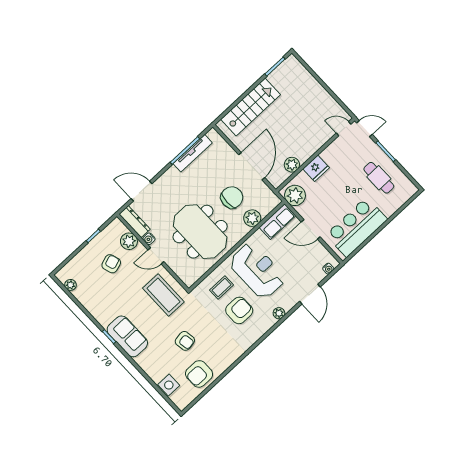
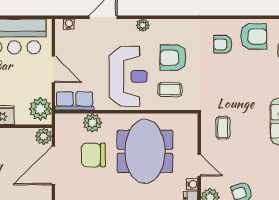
plant: (292, 165) -> (43, 136), moved
reception desk: (257, 271) -> (128, 76), turned 180
coffee table: (163, 295) -> (223, 128), width x0.54, depth x0.58
armchair: (185, 341) -> (223, 44), moved, turned -80

